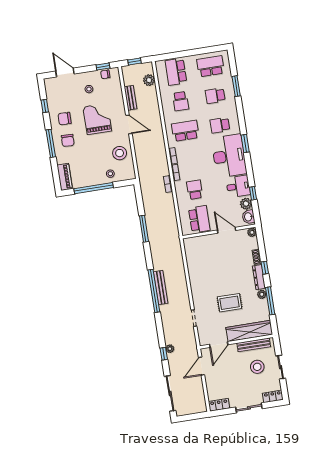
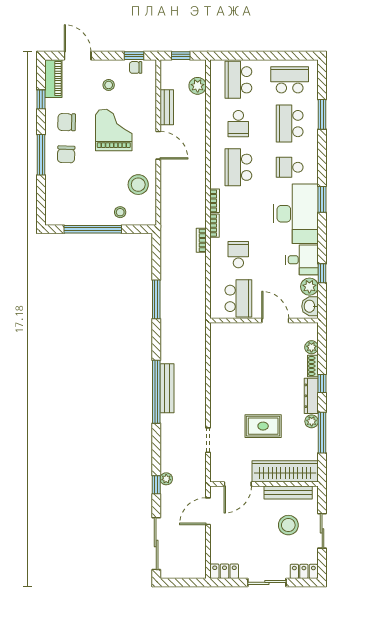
school desk: (215, 96) -> (290, 124), width x1.85
school desk: (185, 131) -> (238, 167), turned -90
piano: (65, 177) -> (53, 79), moved
plant: (252, 232) -> (311, 347), moved

